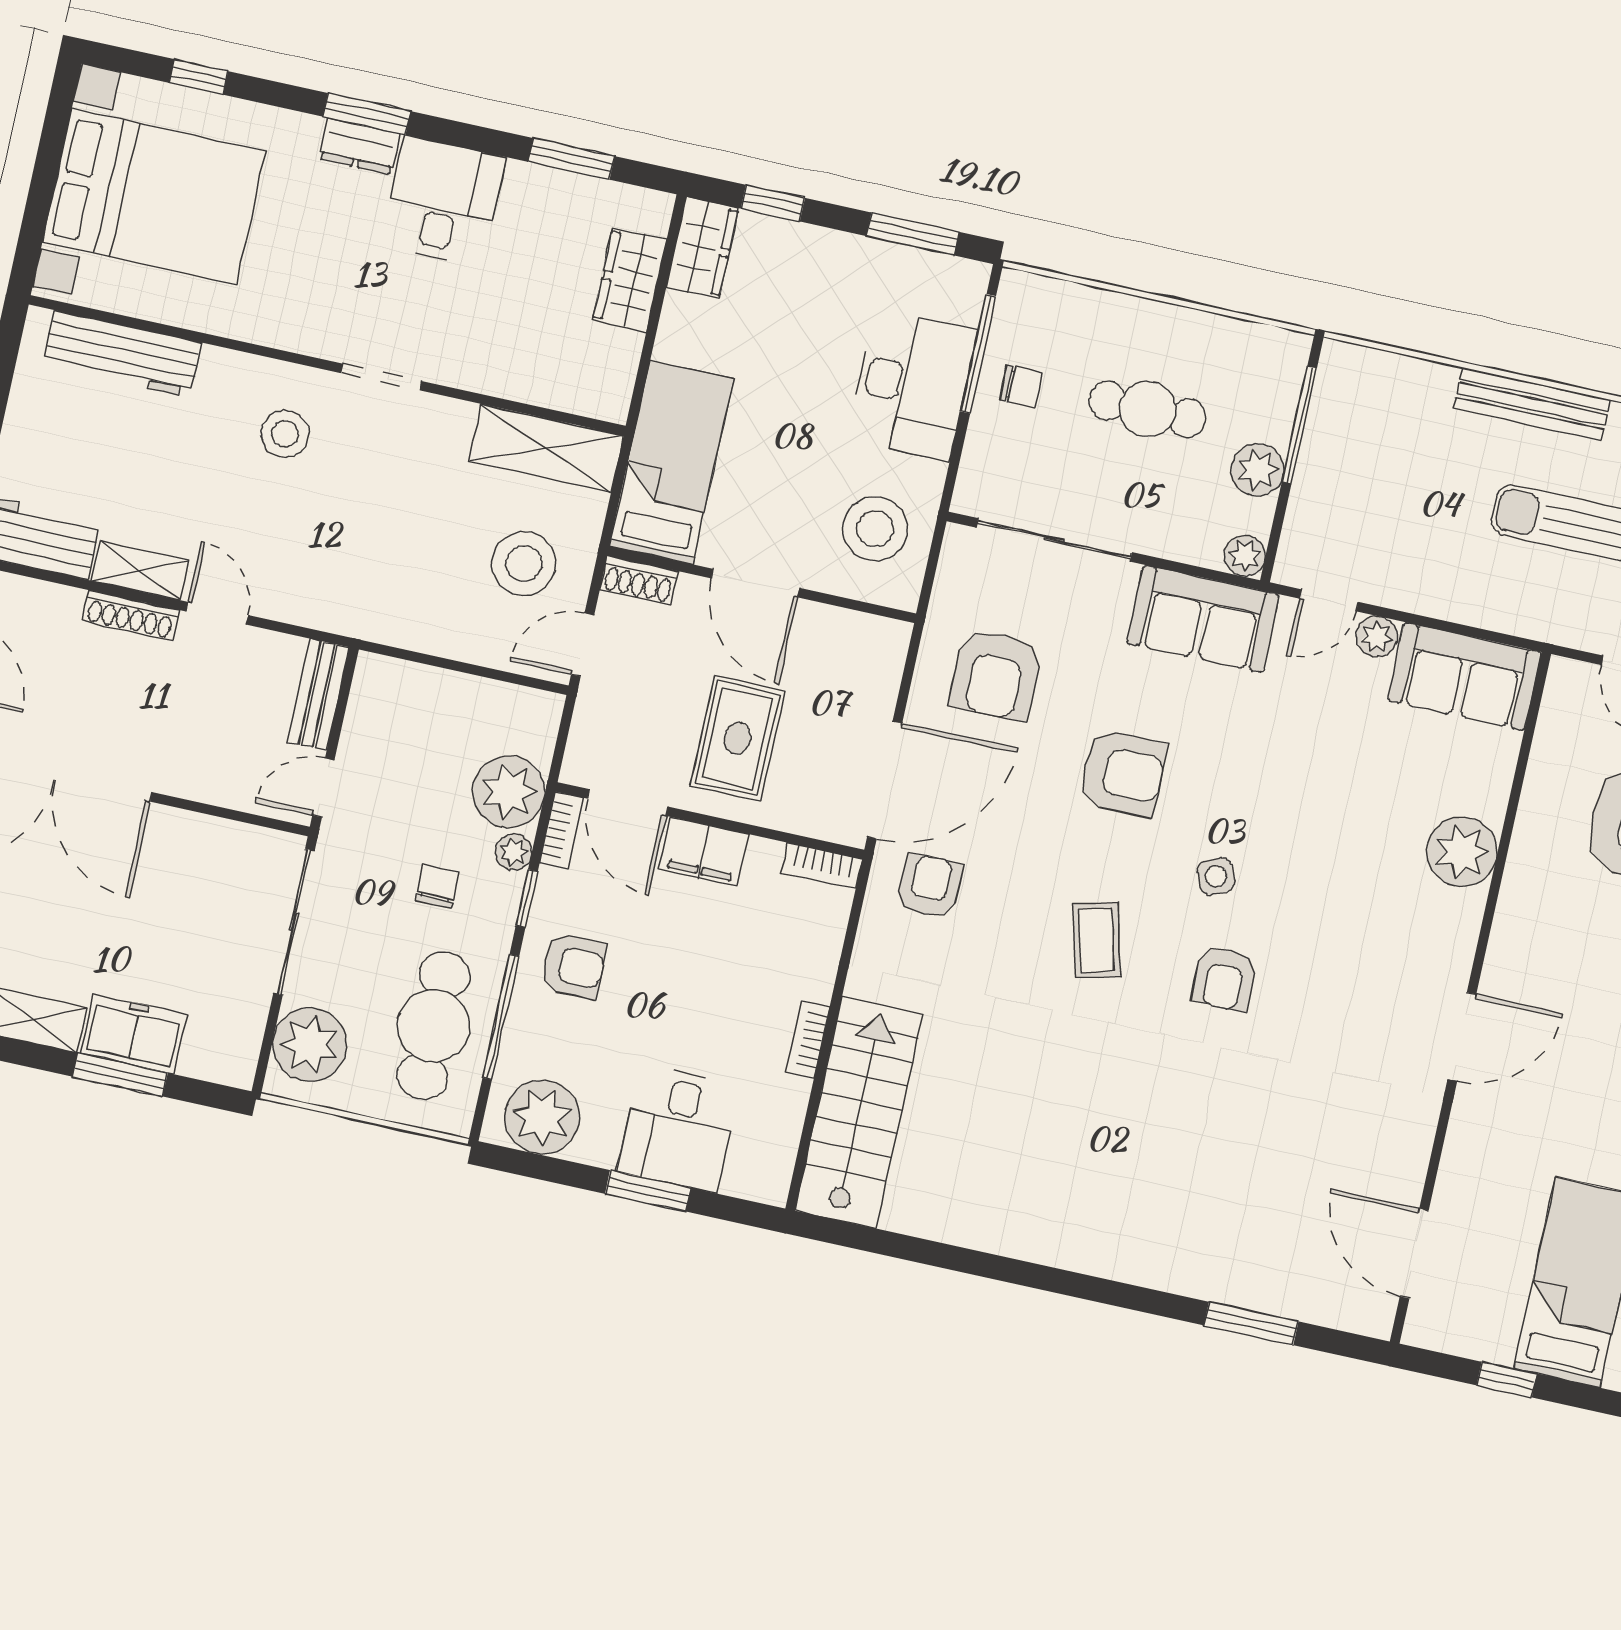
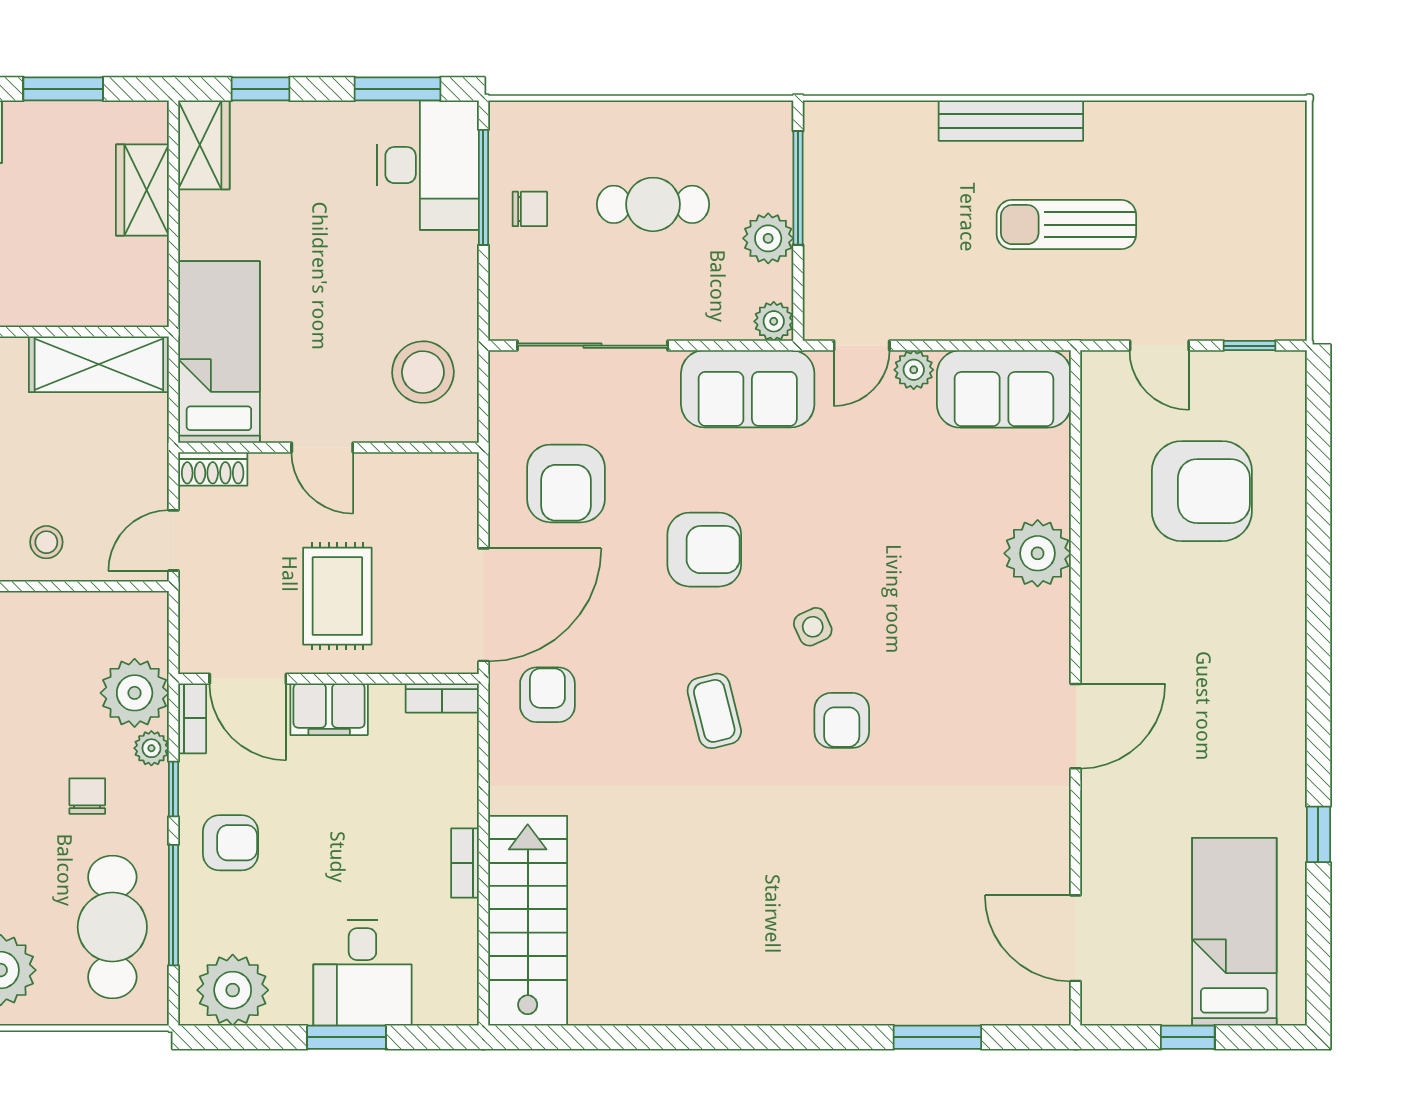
desk: (912, 385) -> (428, 165), moved
stool: (524, 564) -> (46, 542), moved, width x0.53, depth x0.53
door: (755, 583) -> (322, 447), width x0.73

